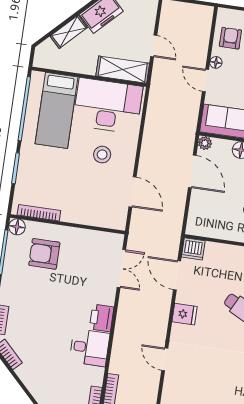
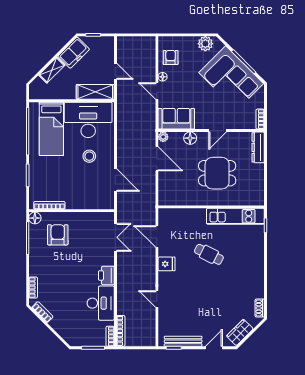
dishwasher: (193, 249) -> (166, 215), removed
armchair: (44, 254) -> (58, 235), turned 90
desk: (90, 348) -> (101, 303), width x1.37

